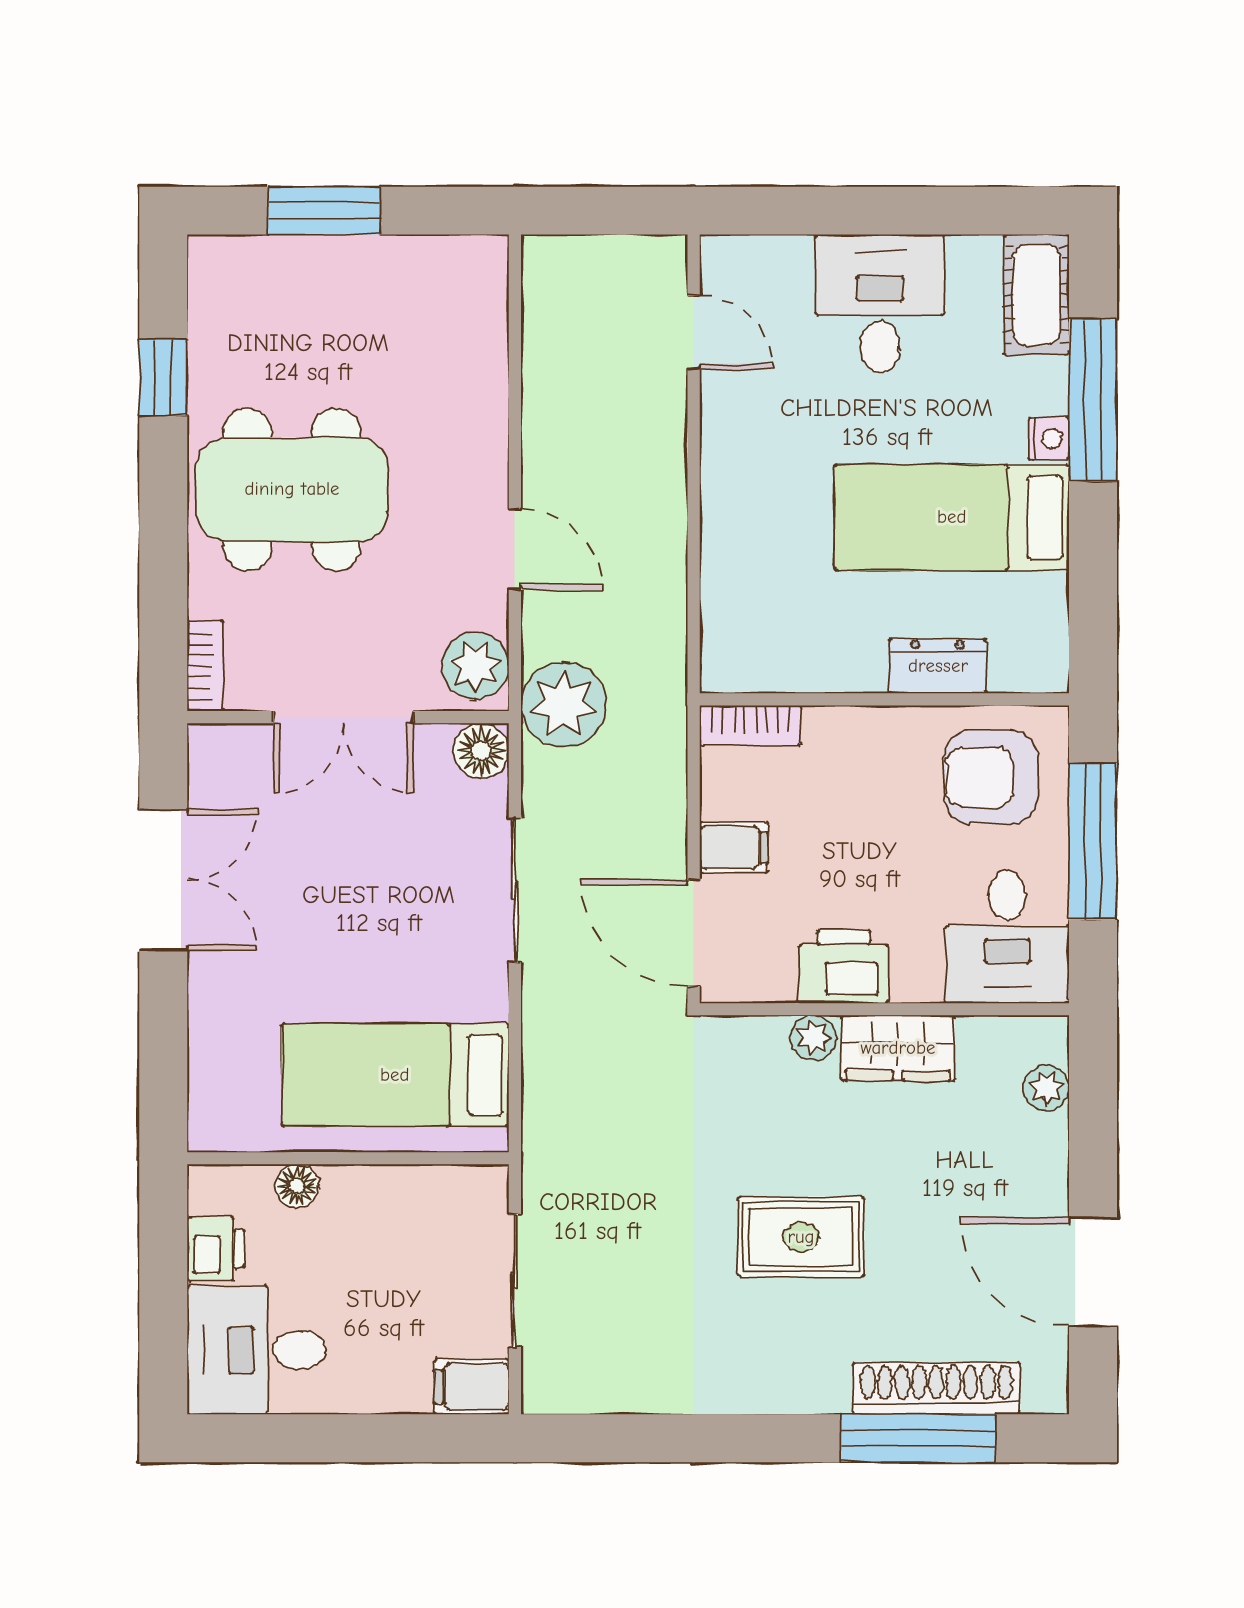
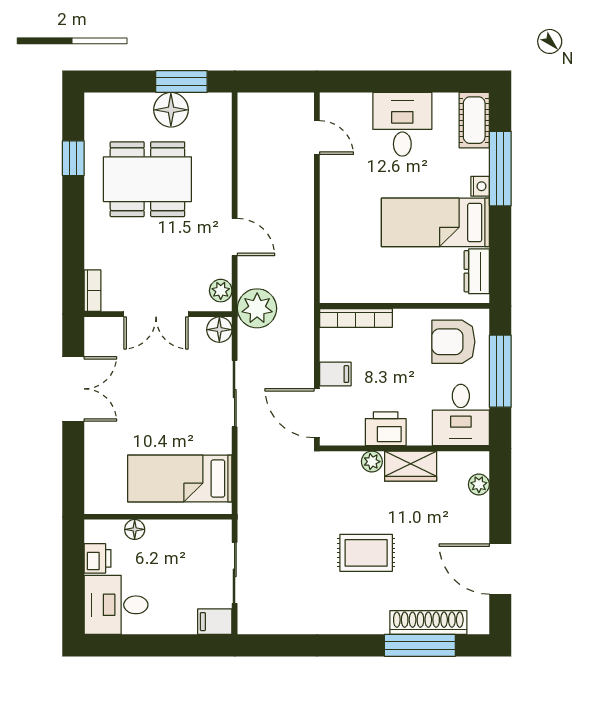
window: (324, 211) -> (181, 82), moved
floor lamp: (376, 272) -> (171, 110), added
dining table: (292, 489) -> (147, 179), moved
plant: (475, 666) -> (221, 291), width x0.73, depth x0.73
dresser: (938, 666) -> (477, 271), moved, turned -90
bookcase: (750, 726) -> (356, 318), width x1.56

